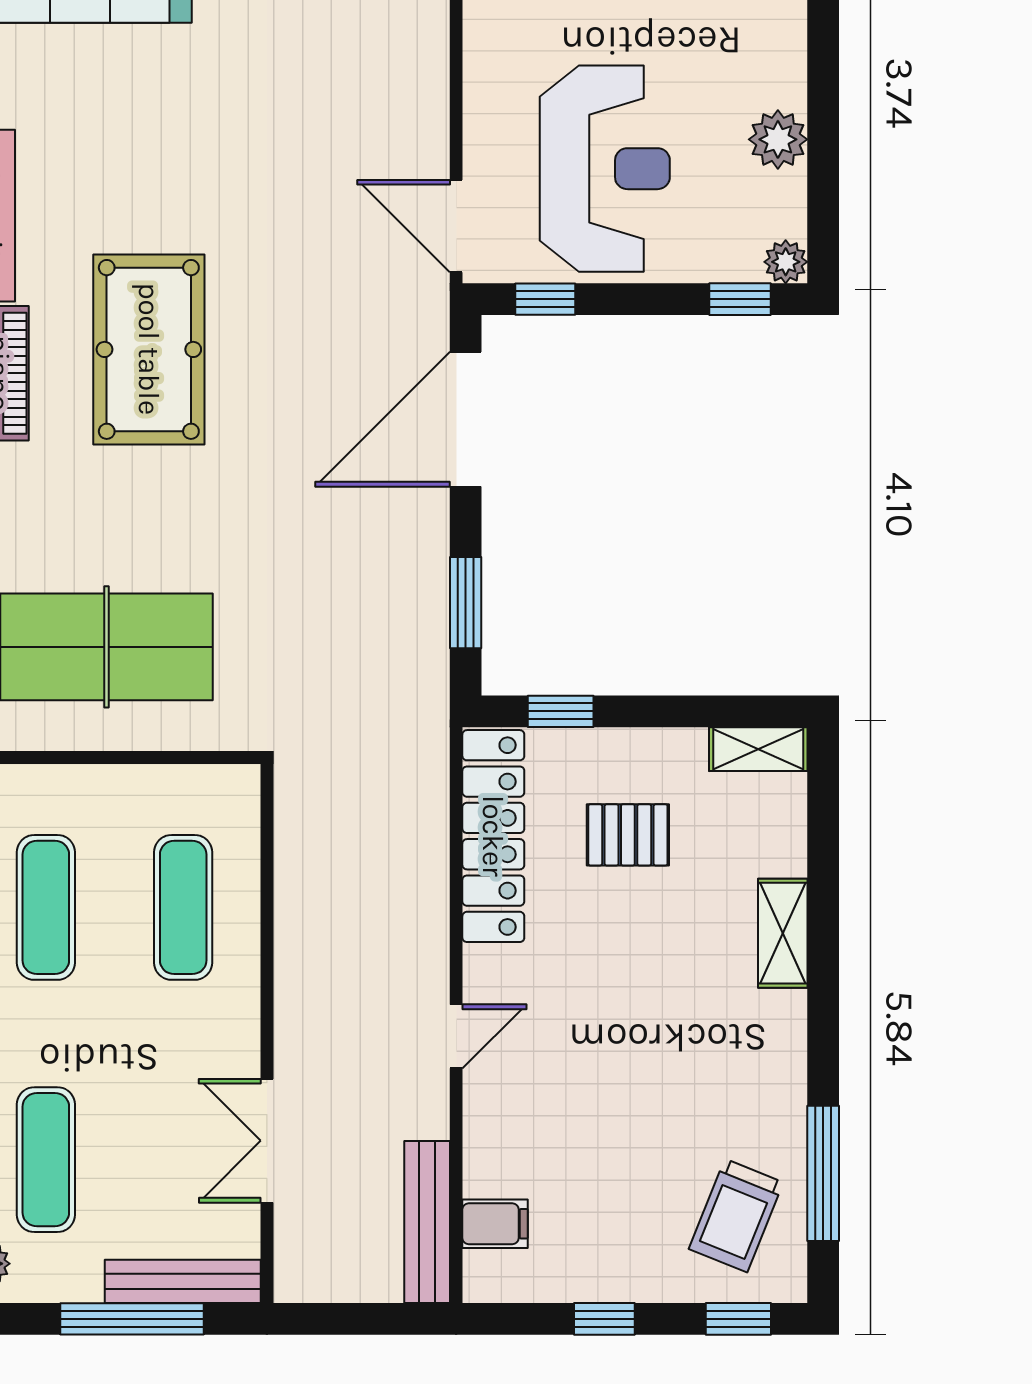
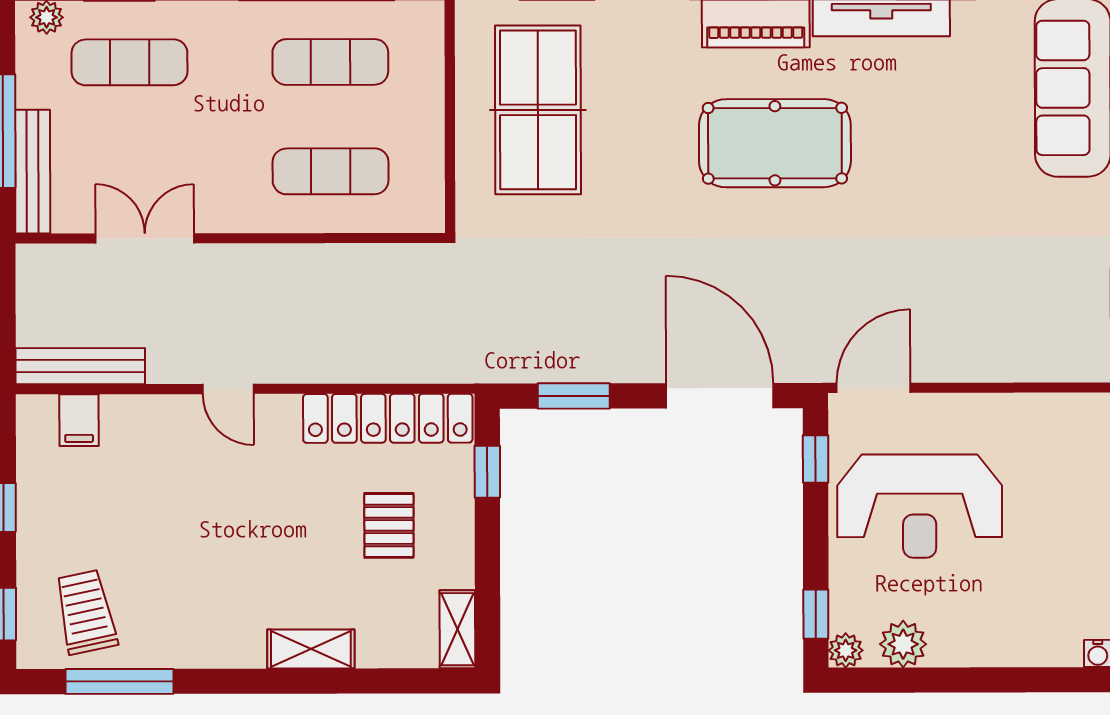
plant: (778, 139) -> (903, 644), moved
trolley: (736, 1216) -> (86, 612), turned 56

